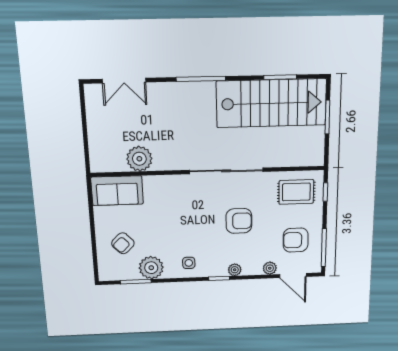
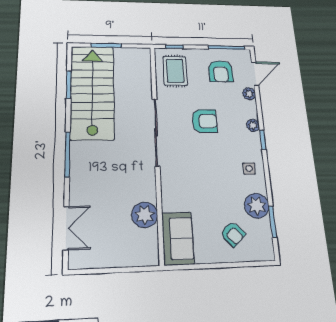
armchair: (239, 221) -> (204, 121), turned 90

